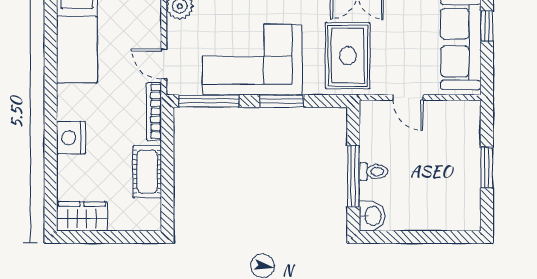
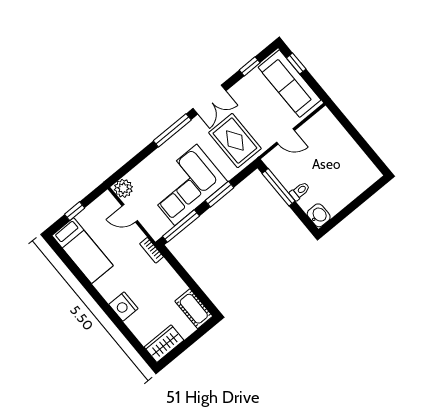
door: (164, 64) -> (130, 213), moved
bookcase: (154, 111) -> (152, 250), width x0.64
window: (487, 168) -> (359, 139), removed
cot: (147, 172) -> (194, 309), moved
window: (353, 176) -> (279, 187), moved

